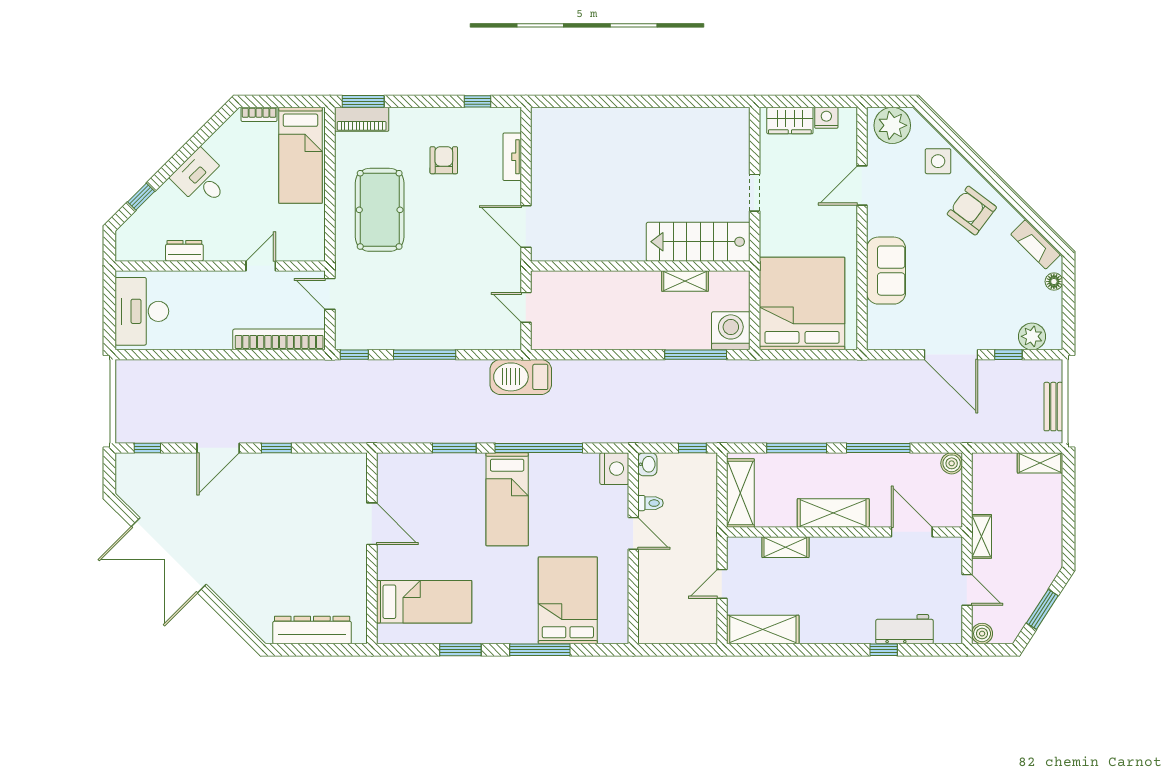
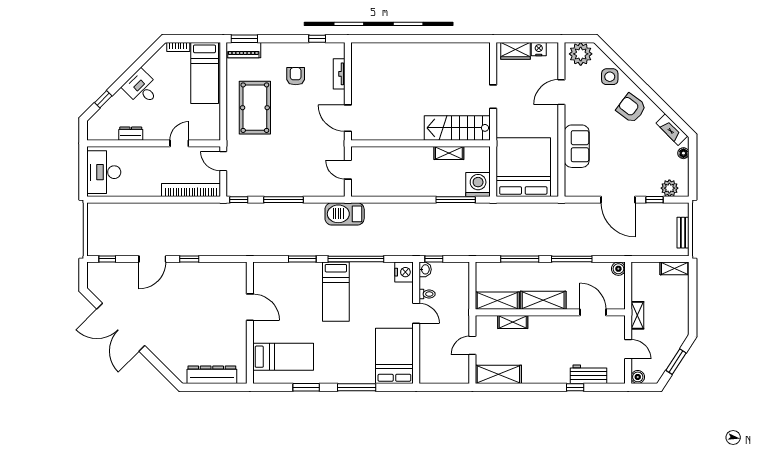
window: (692, 448) -> (434, 259), moved
shelving: (740, 493) -> (497, 301), moved, turned 90
bed: (568, 600) -> (394, 356), moved

